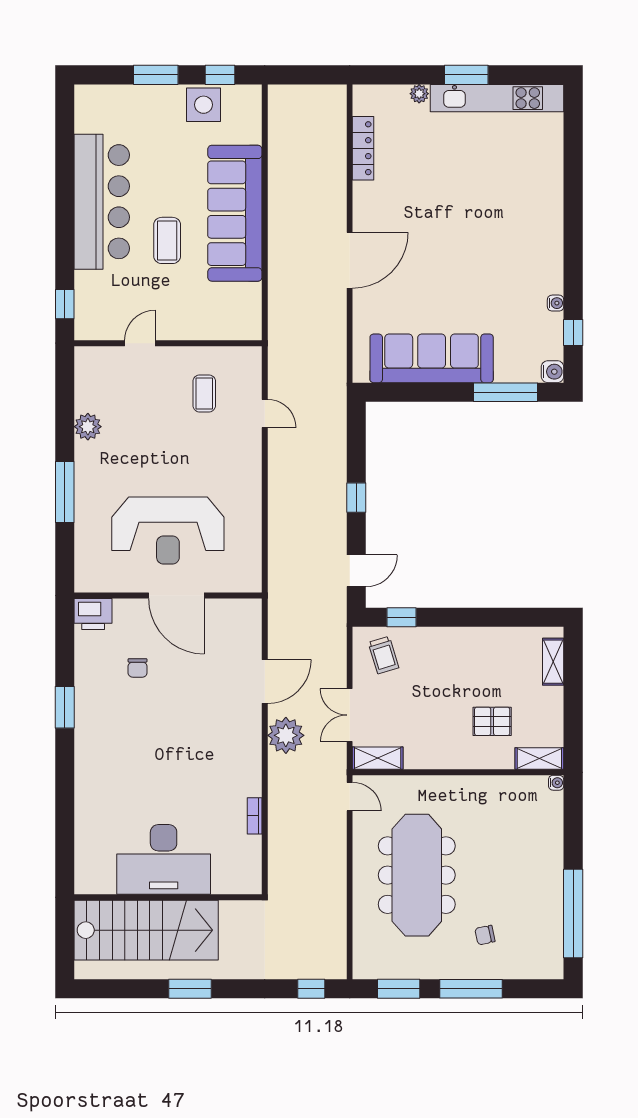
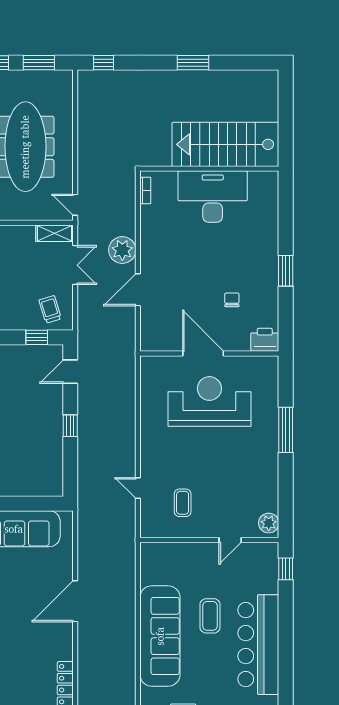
plant: (88, 427) -> (269, 523), moved
desk: (164, 859) -> (213, 197), moved
wall: (168, 897) -> (209, 169), moved
stairs: (146, 930) -> (225, 144), moved

